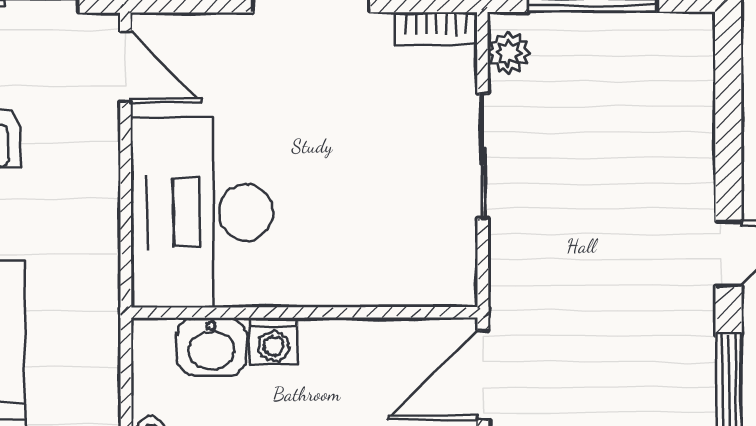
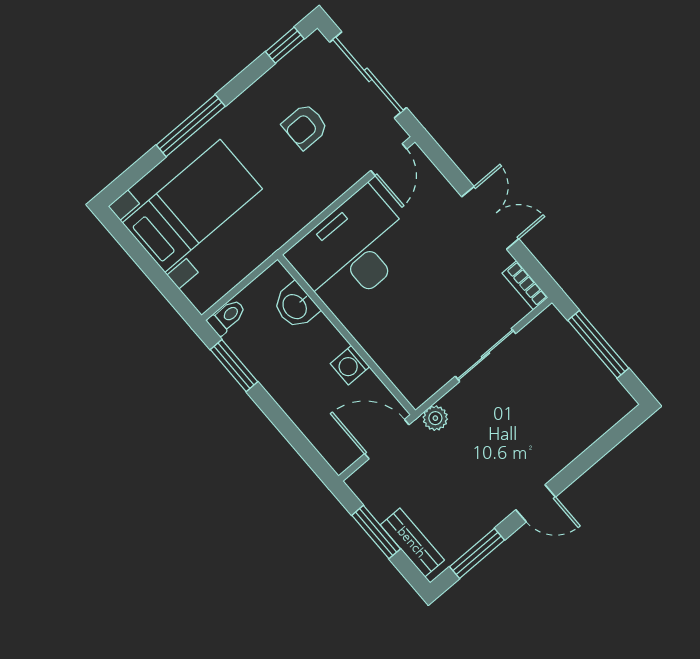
plant: (509, 53) -> (435, 418), moved
washing machine: (274, 342) -> (350, 365), moved

